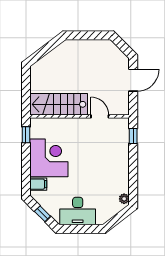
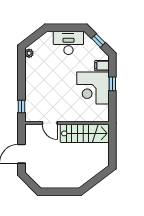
window: (26, 135) -> (112, 84), moved

